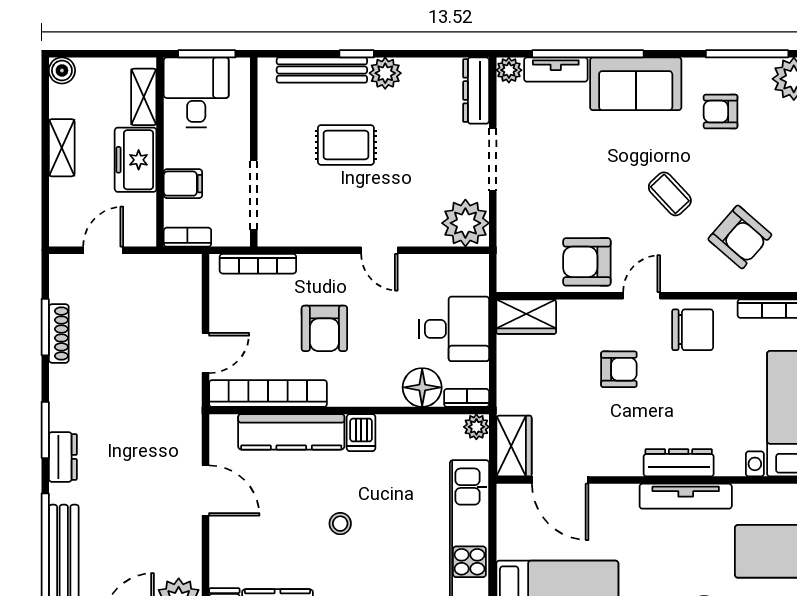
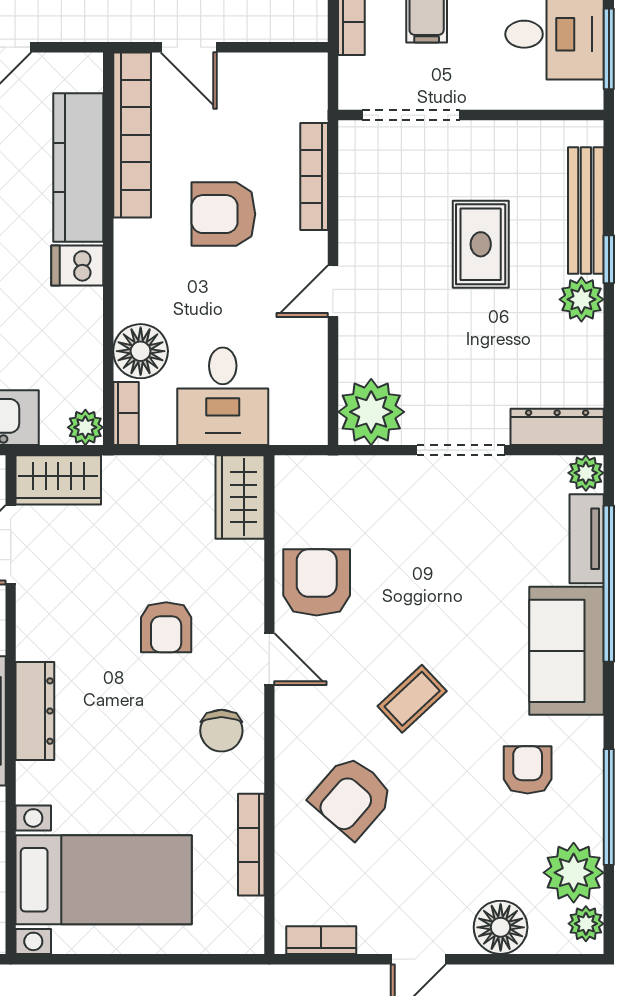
bookcase: (258, 264) -> (314, 176), moved
chair: (693, 330) -> (221, 731), width x0.73, depth x0.73

